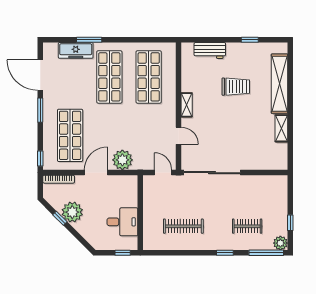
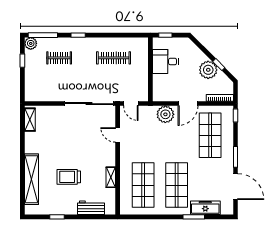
shelving: (187, 105) -> (111, 177), moved
shelving: (281, 128) -> (30, 120), moved

